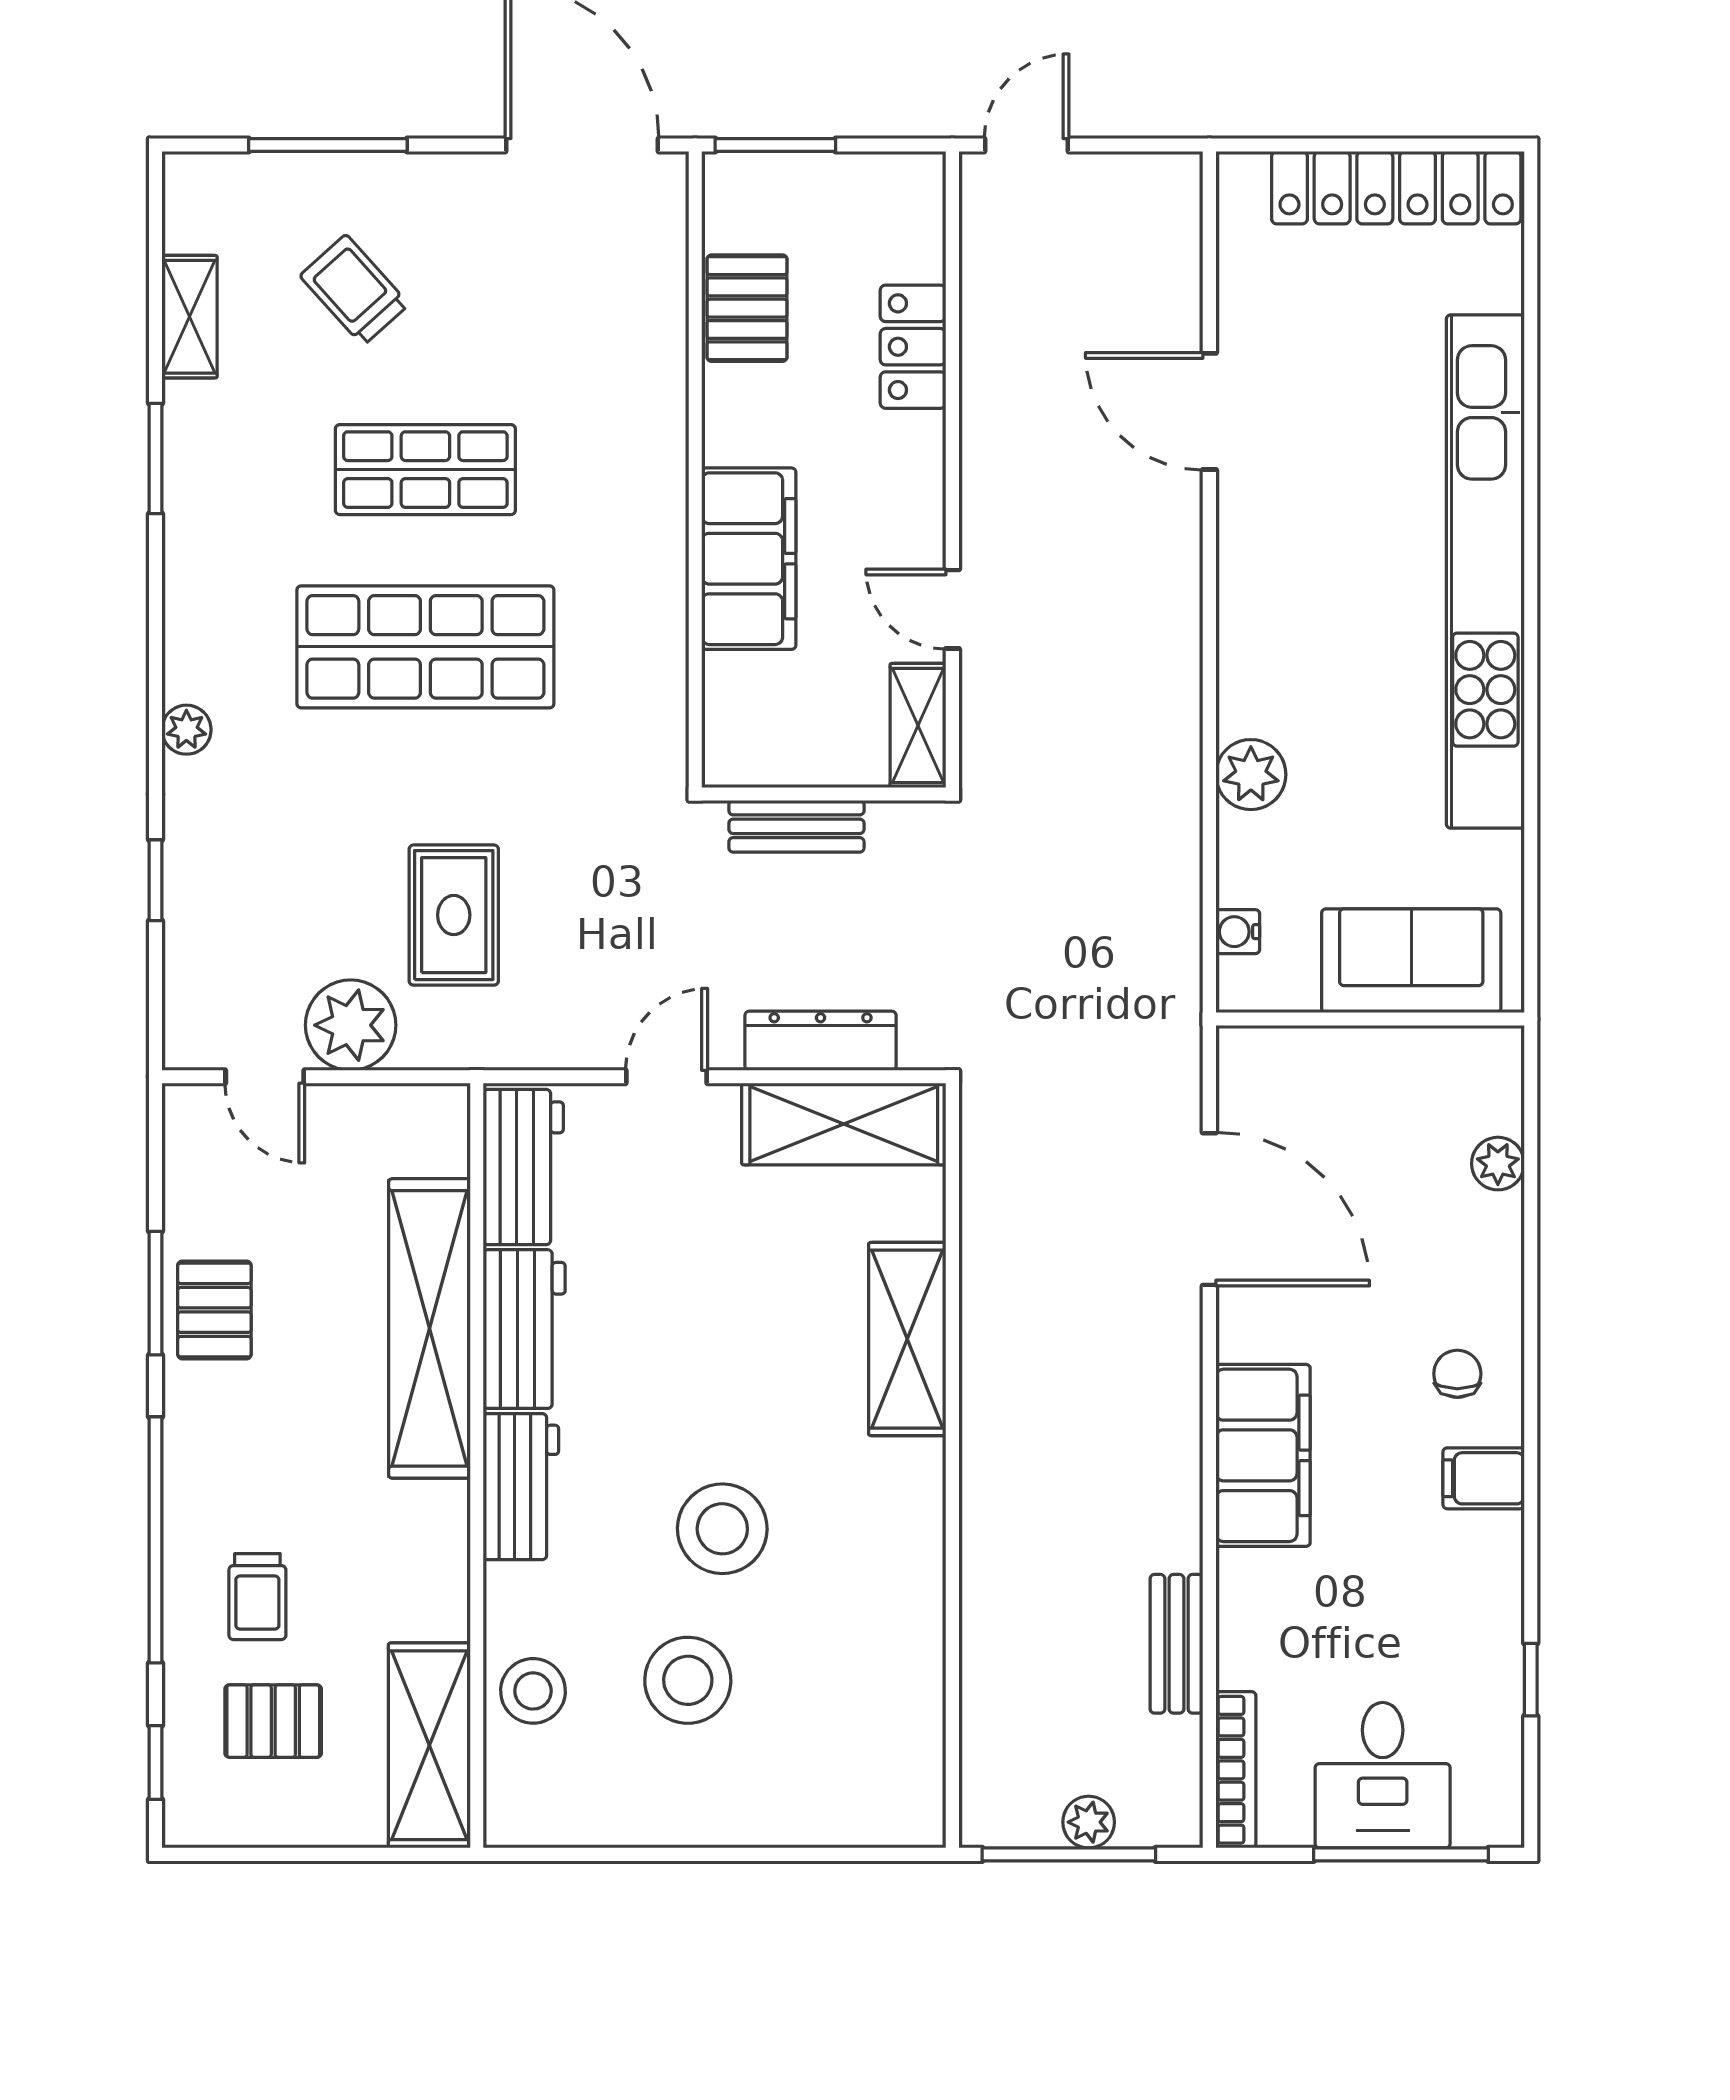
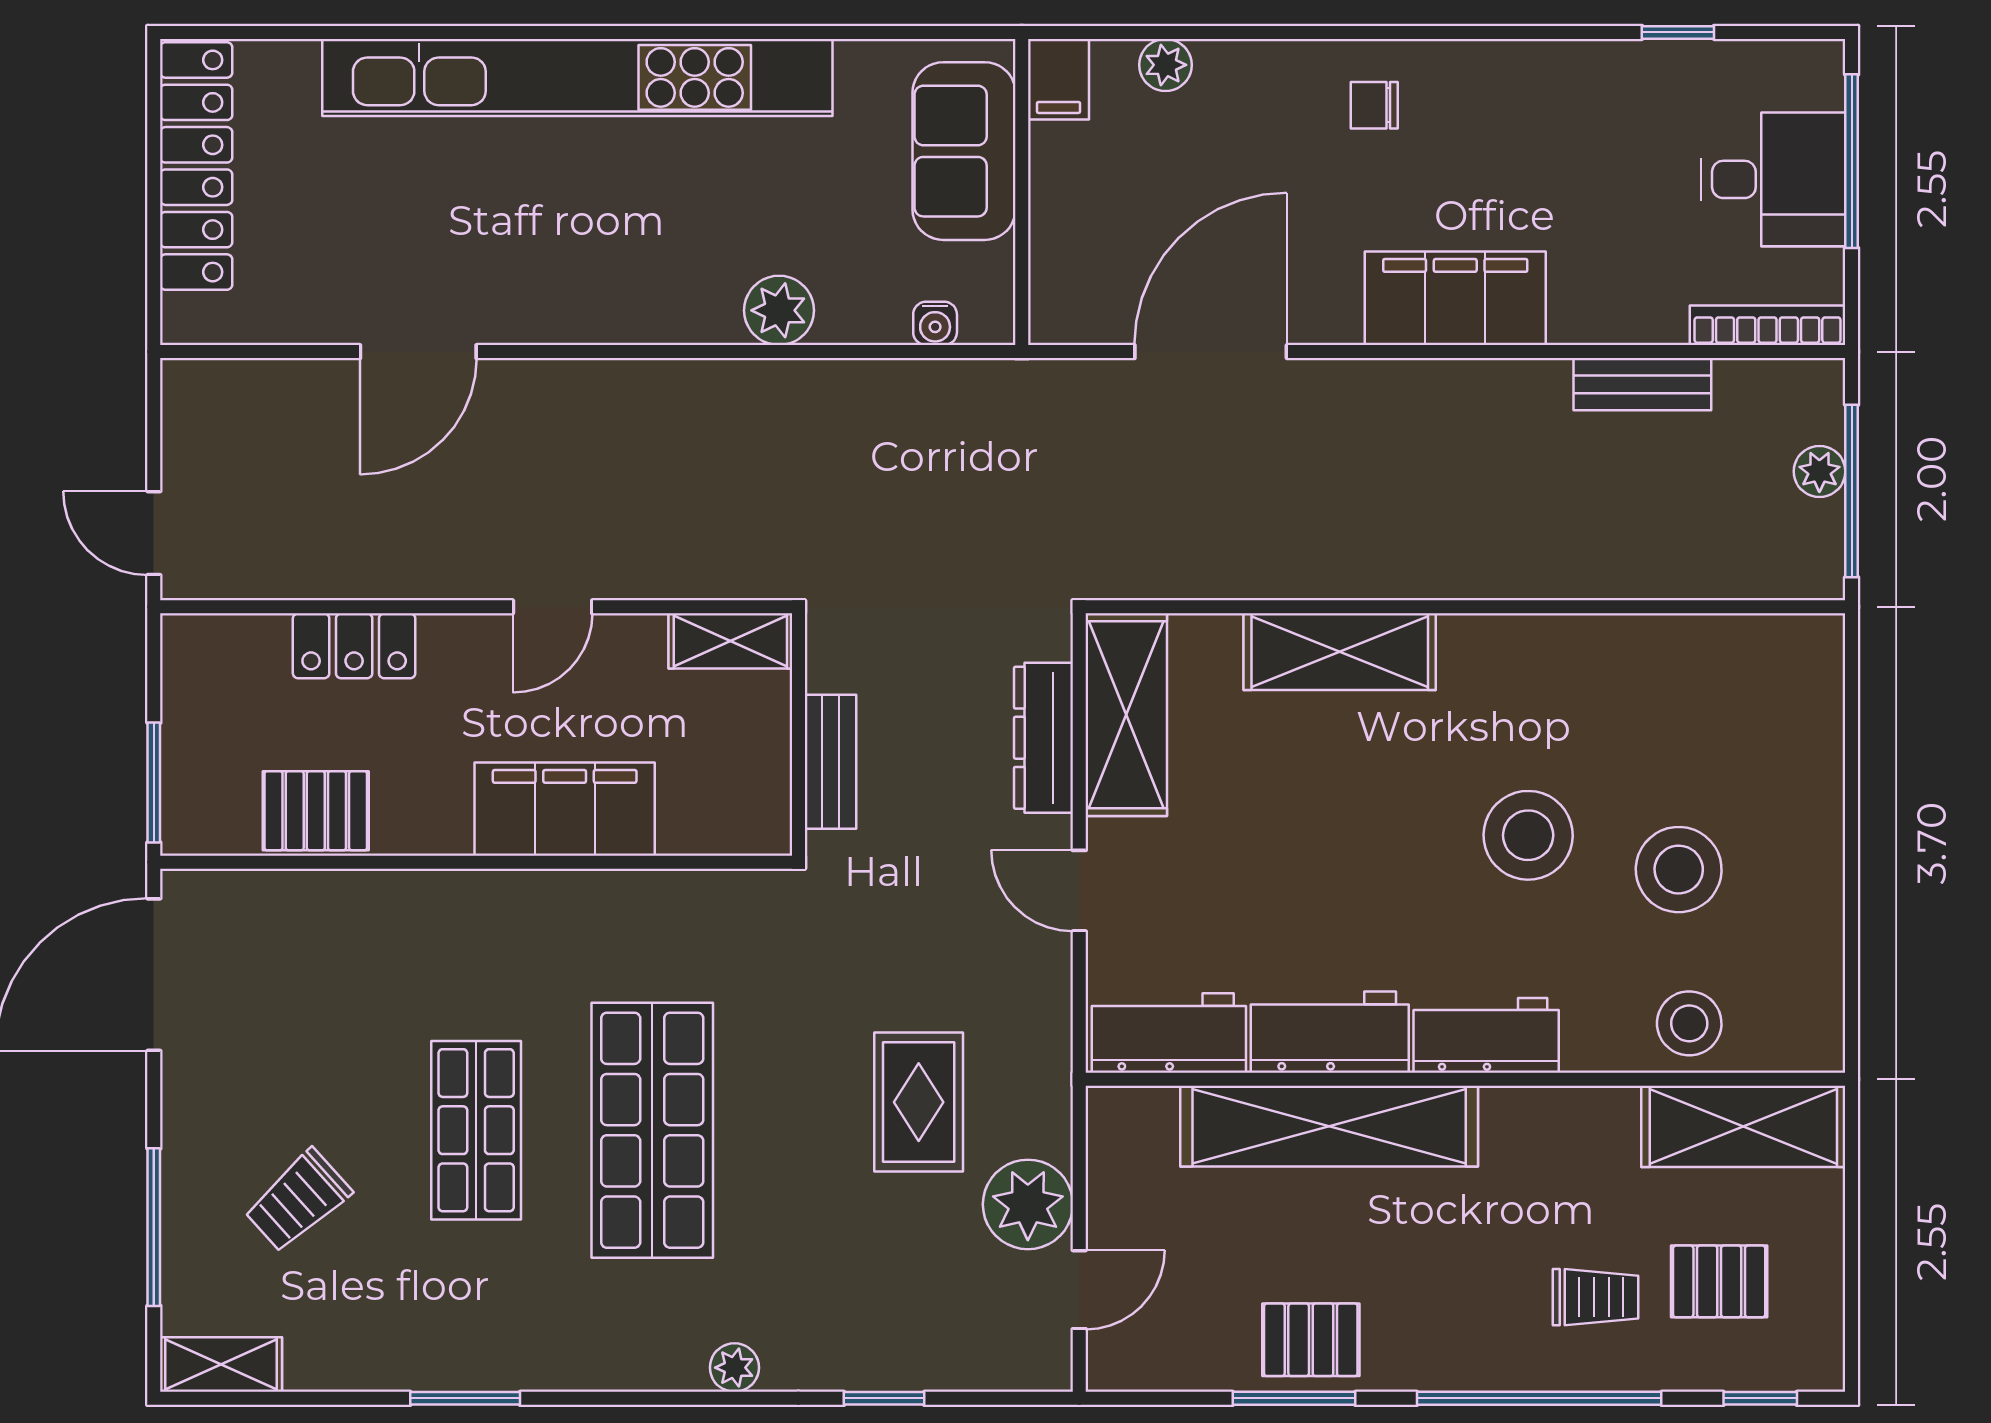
shelving: (189, 317) -> (221, 1365), moved
door: (952, 609) -> (553, 607), moved
rug: (454, 915) -> (919, 1102), turned 90
filing cabinet: (1484, 1478) -> (1058, 79), moved
pallet: (273, 1721) -> (1719, 1281), turned 90

